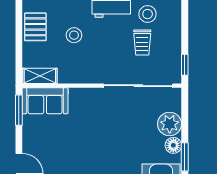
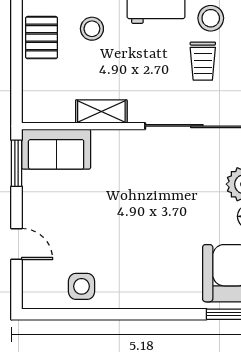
stool: (74, 35) -> (92, 29), moved
shelving: (40, 76) -> (101, 112), moved

